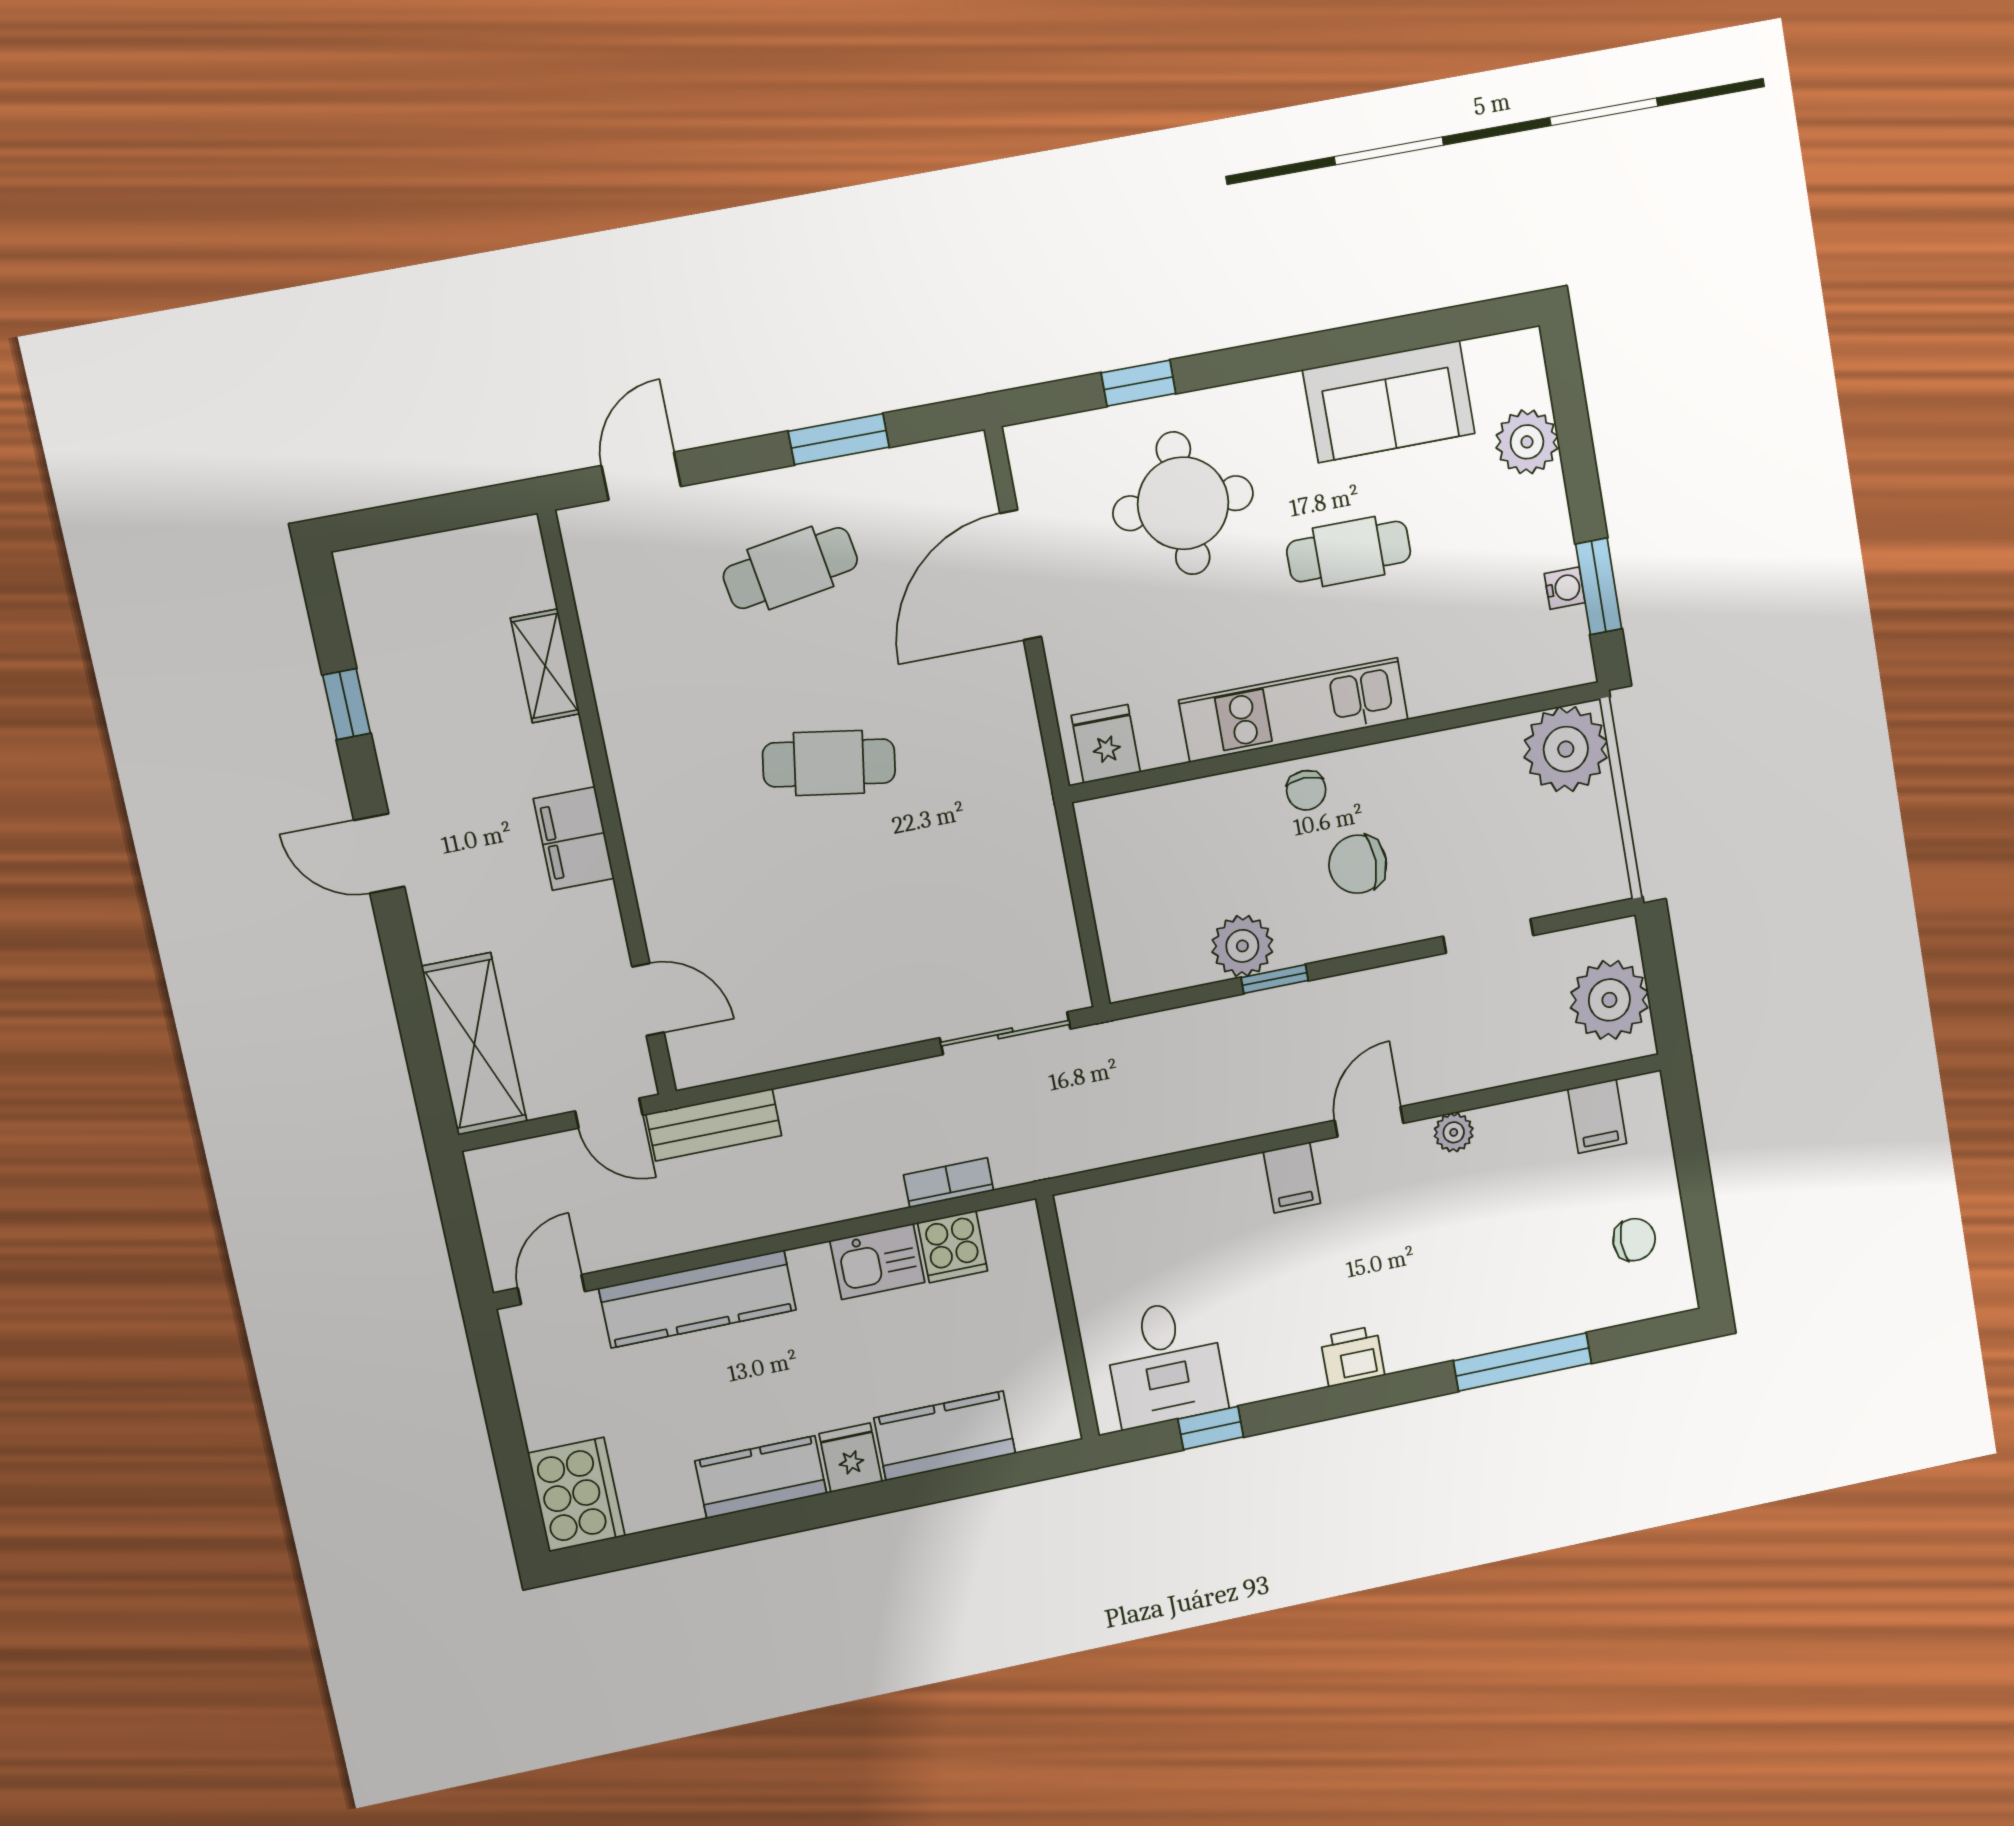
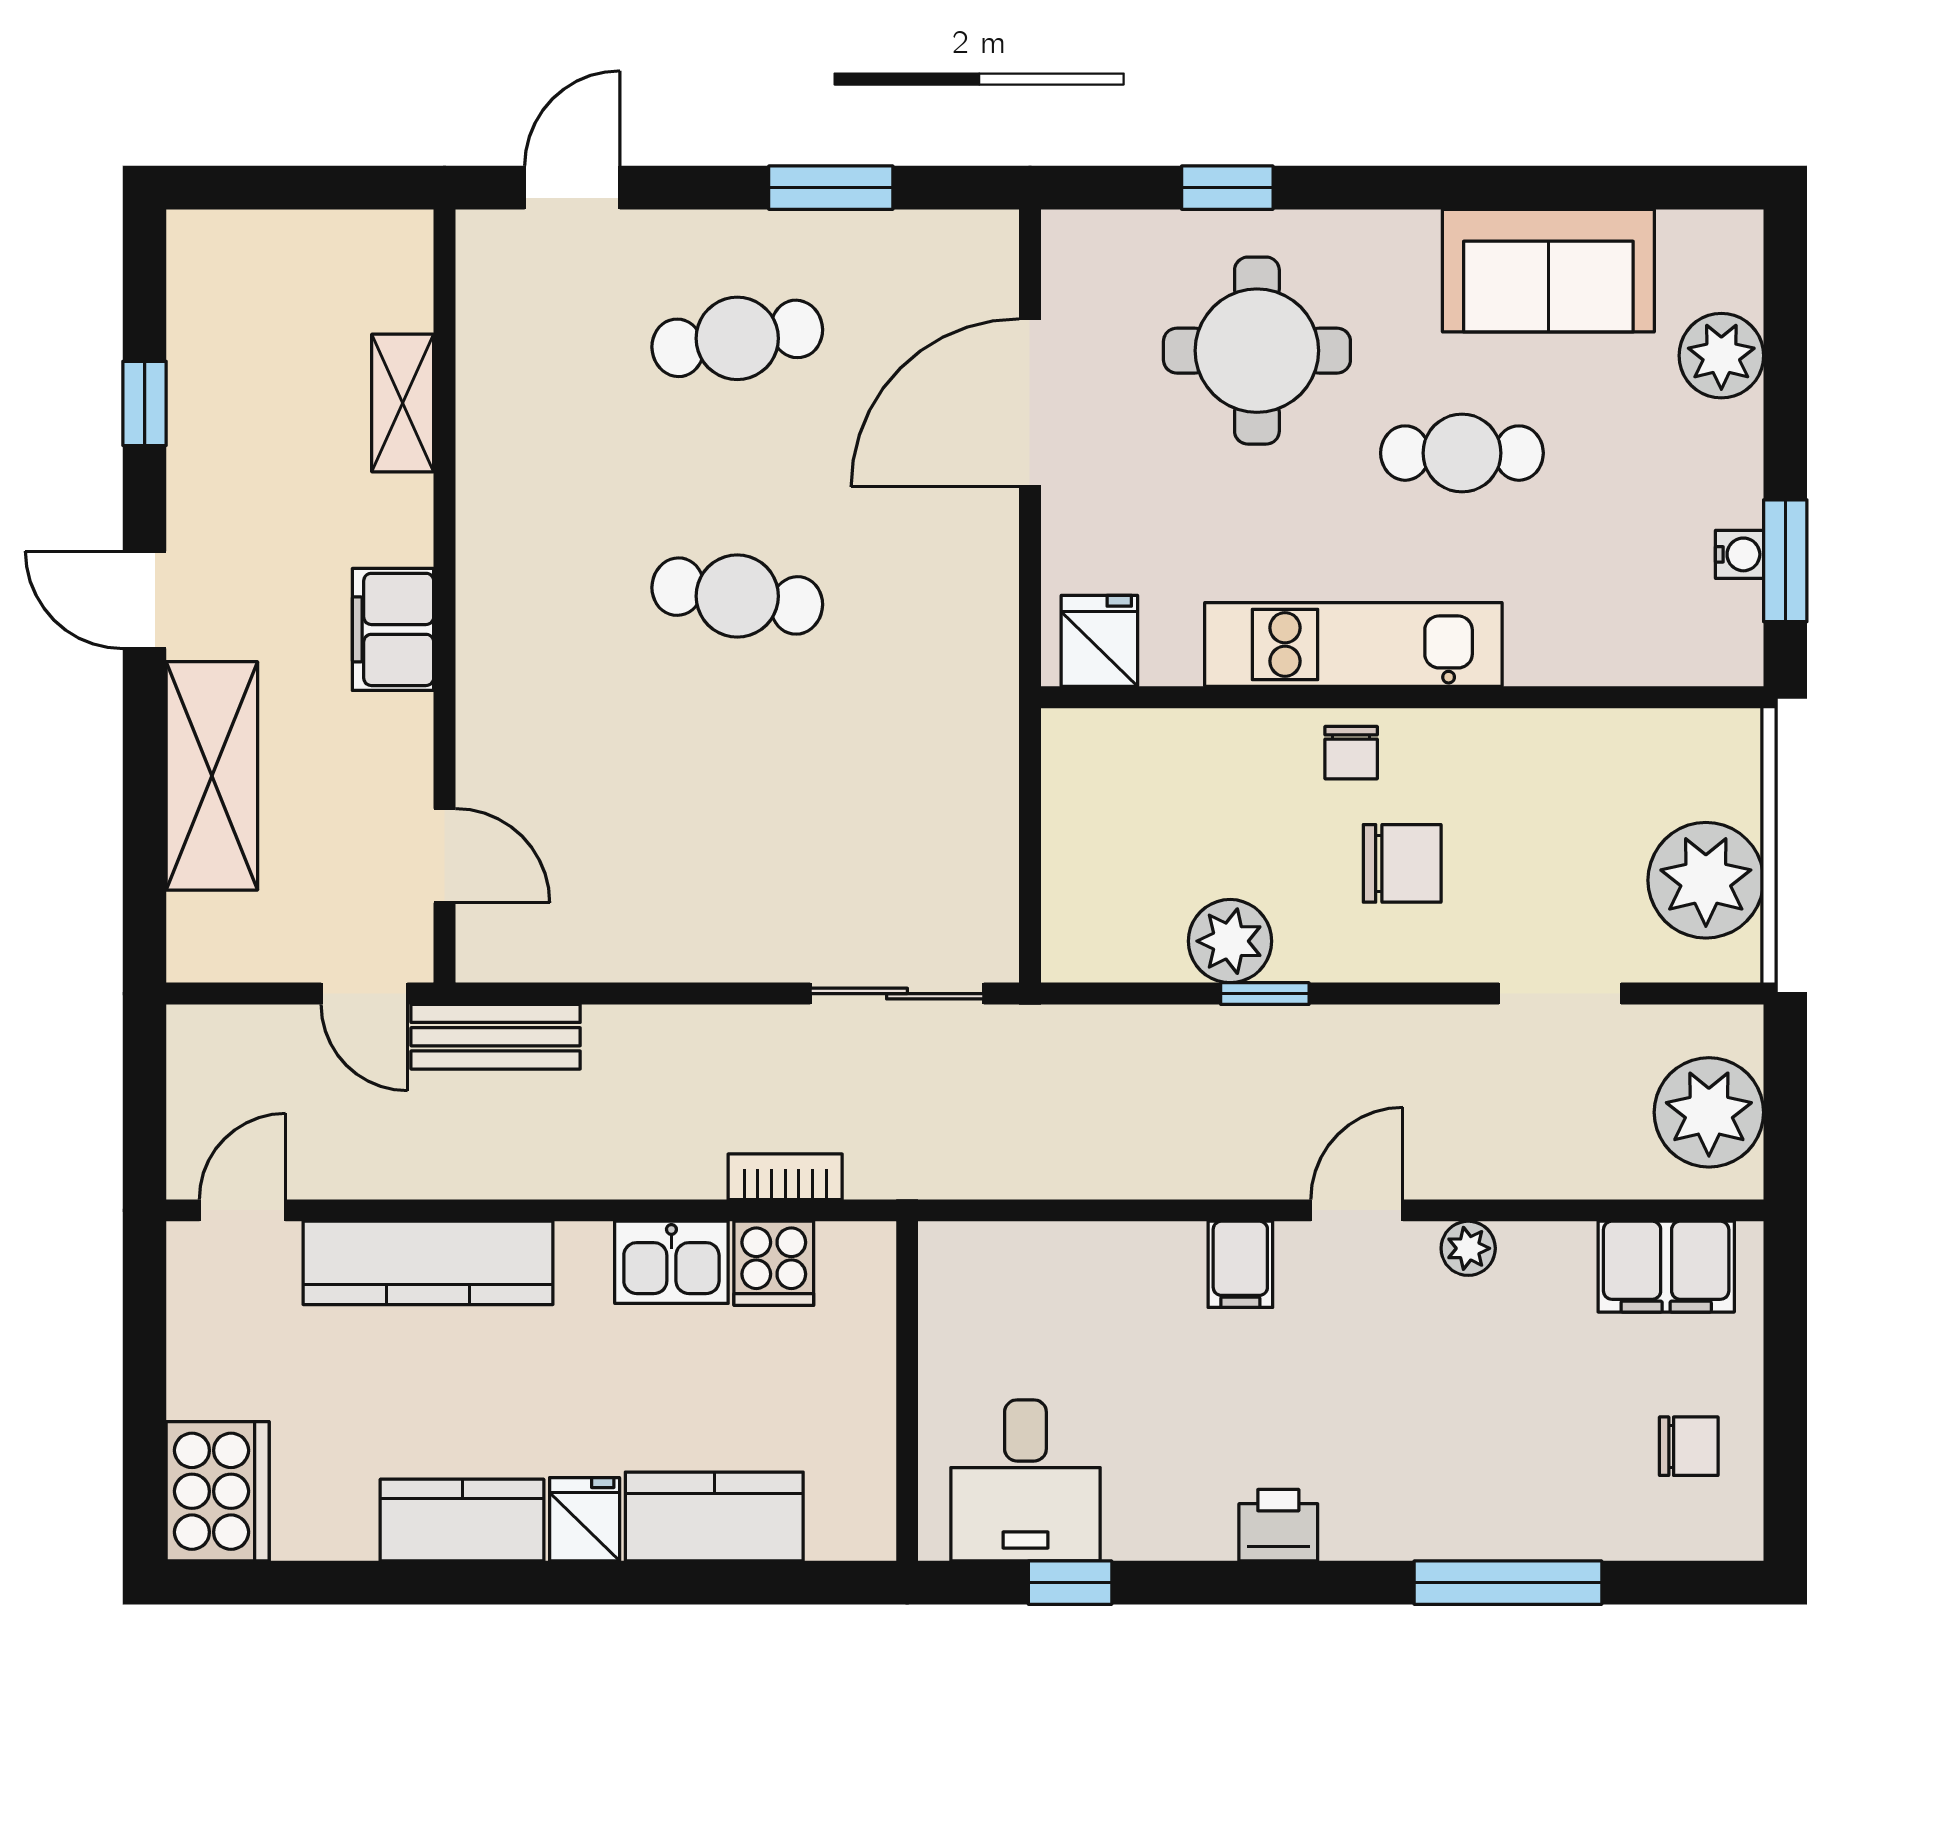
plant: (1566, 749) -> (1706, 880), moved
chair: (1358, 864) -> (1402, 863), turned 180
shelving: (474, 1044) -> (212, 776), moved
filing cabinet: (1597, 1116) -> (1666, 1267), width x2.00

